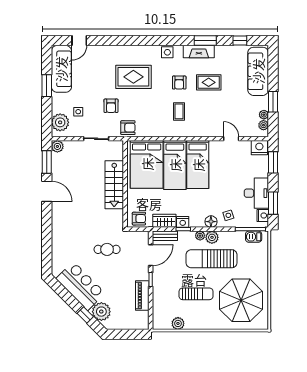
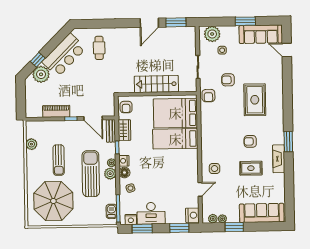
window: (205, 41) -> (288, 142), moved
window: (240, 41) -> (289, 196), removed
side table: (167, 52) -> (215, 169), moved
rug: (209, 82) -> (251, 168), turned 90
coffee table: (179, 111) -> (224, 142), removed
plant: (57, 146) -> (190, 32), removed
bed: (198, 165) -> (176, 159), removed
nightstand: (183, 222) -> (124, 161), moved
cafe table: (107, 249) -> (99, 48), moved

